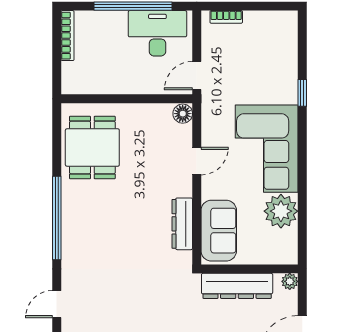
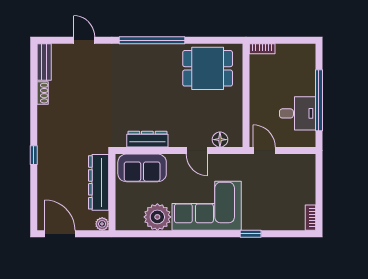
bookcase: (226, 17) -> (310, 218), moved
desk: (157, 33) -> (298, 113), width x0.73
bookcase: (67, 36) -> (262, 49), moved, width x0.64
floor lamp: (183, 114) -> (220, 140), moved

